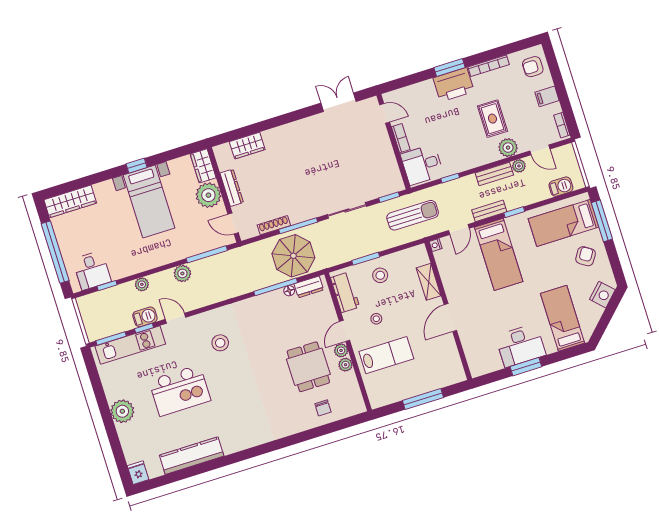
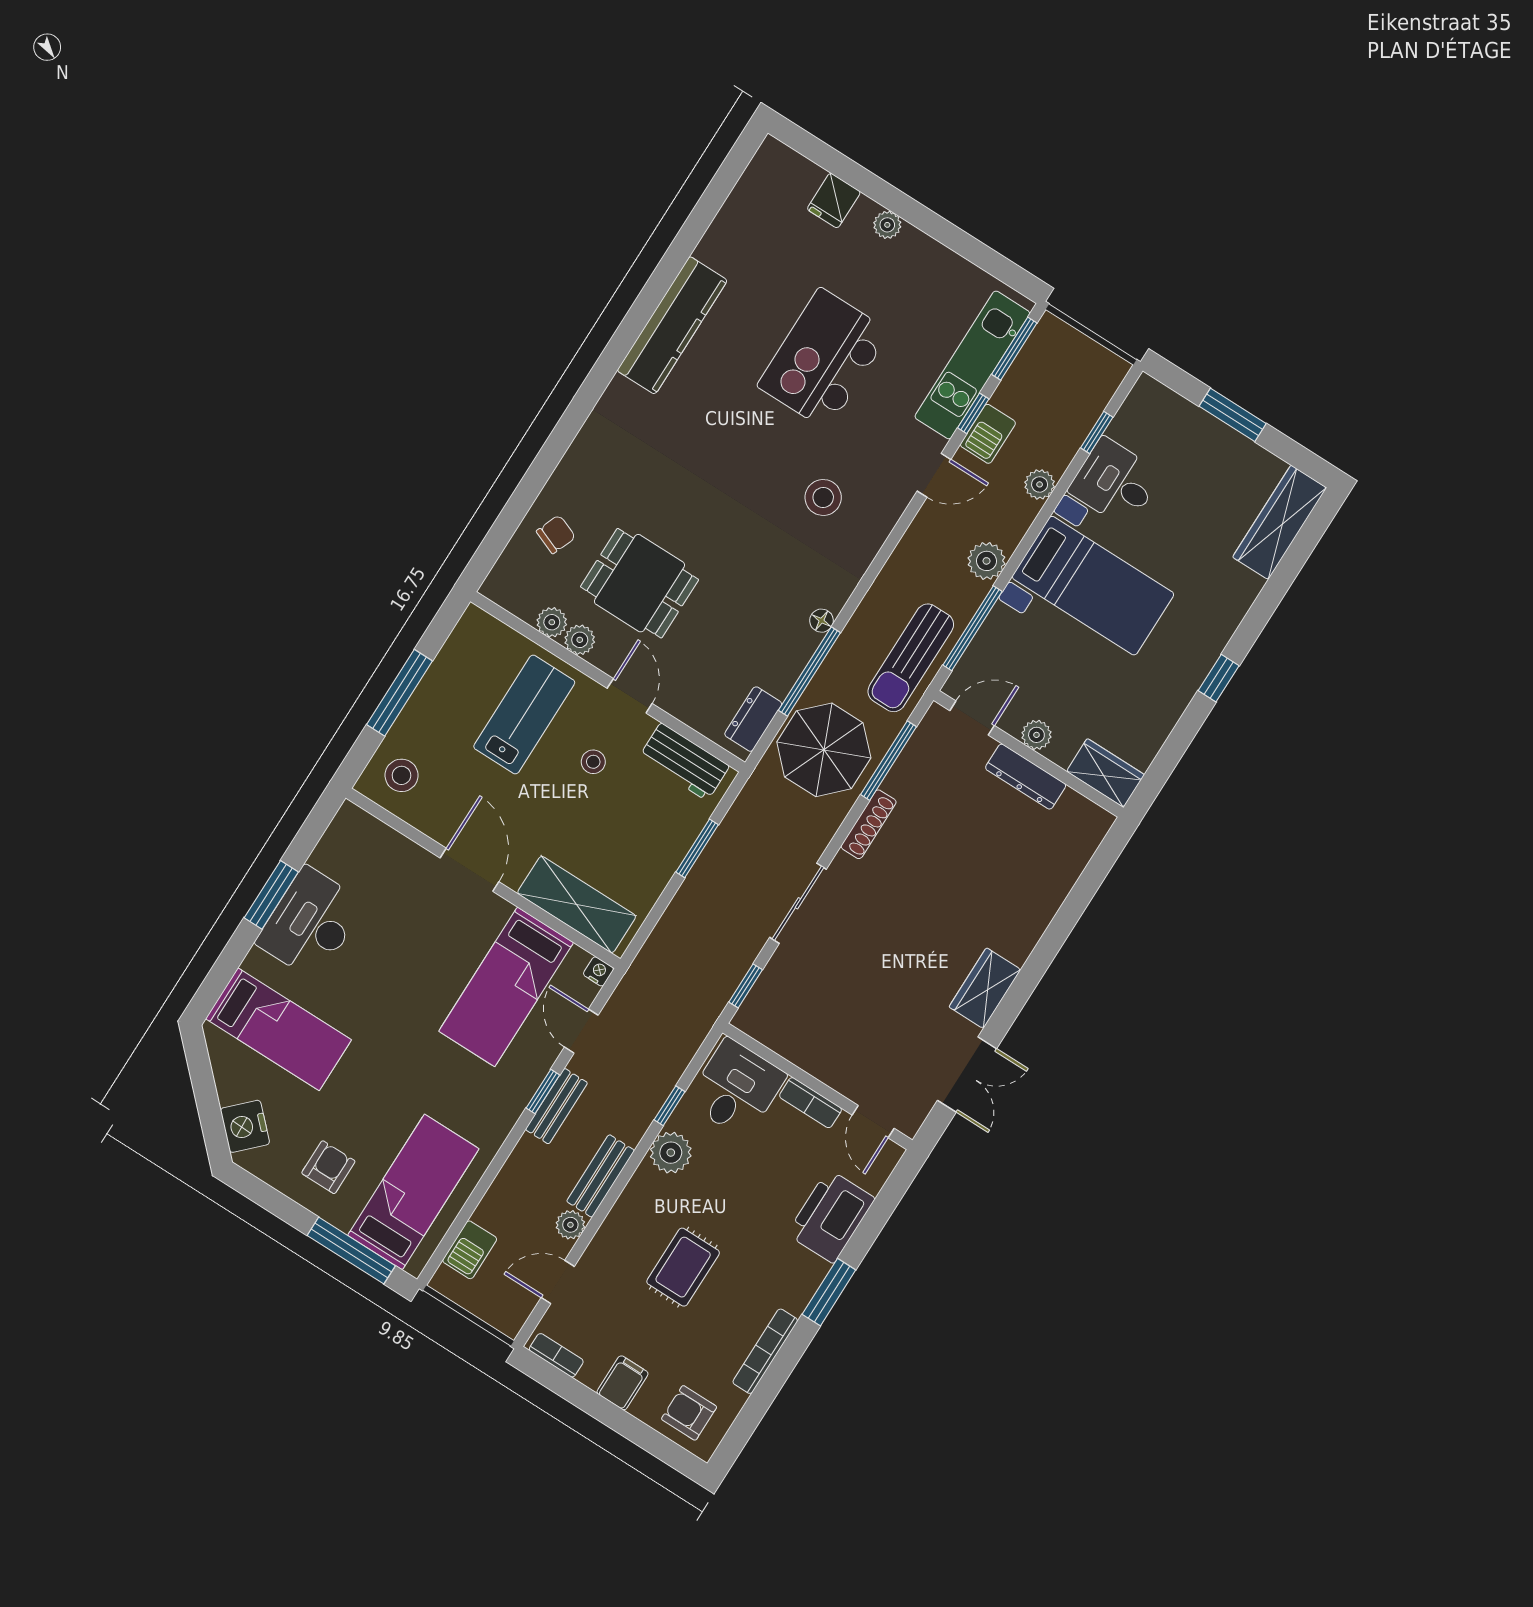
armchair: (533, 67) -> (689, 1413), turned -90
printer: (454, 85) -> (831, 1216), moved
door: (385, 113) -> (873, 1122), hinge flipped
rug: (492, 119) -> (683, 1267), turned 90
wardrobe: (247, 146) -> (985, 988), moved
plant: (508, 148) -> (671, 1153), moved
plant: (208, 195) -> (1036, 735), width x0.53, depth x0.53
bed with nightstands: (149, 201) -> (1093, 586), moved, turned 180
window: (514, 212) -> (543, 1091), moved
sun lounger: (413, 215) -> (911, 658), moved
shoe rack: (274, 225) -> (869, 824), moved
window: (298, 226) -> (888, 761), moved
window: (55, 252) -> (1233, 415), width x0.47
bed: (499, 254) -> (506, 987), moved, turned -90
armchair: (586, 256) -> (328, 1167), turned -122
desk: (92, 270) -> (1115, 482), moved
stool: (380, 275) -> (402, 775), moved
shelving: (429, 282) -> (577, 905), width x1.50, depth x1.33
floor lamp: (289, 291) -> (822, 621), moved
plant: (341, 350) -> (552, 622), moved
lab bench: (386, 355) -> (524, 714), turned 180
chair: (323, 408) -> (556, 534), turned 112
plant: (122, 411) -> (887, 225), width x0.53, depth x0.53
kitchen counter: (192, 456) -> (672, 325), moved
fridge: (138, 473) -> (834, 201), moved, turned 90

